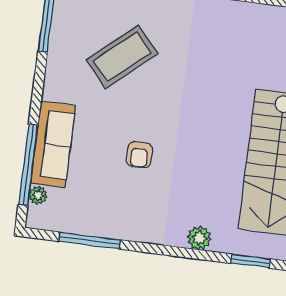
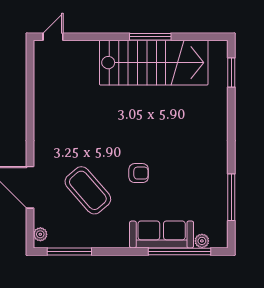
armchair: (139, 155) -> (139, 173), moved
plant: (199, 238) -> (219, 114), removed

